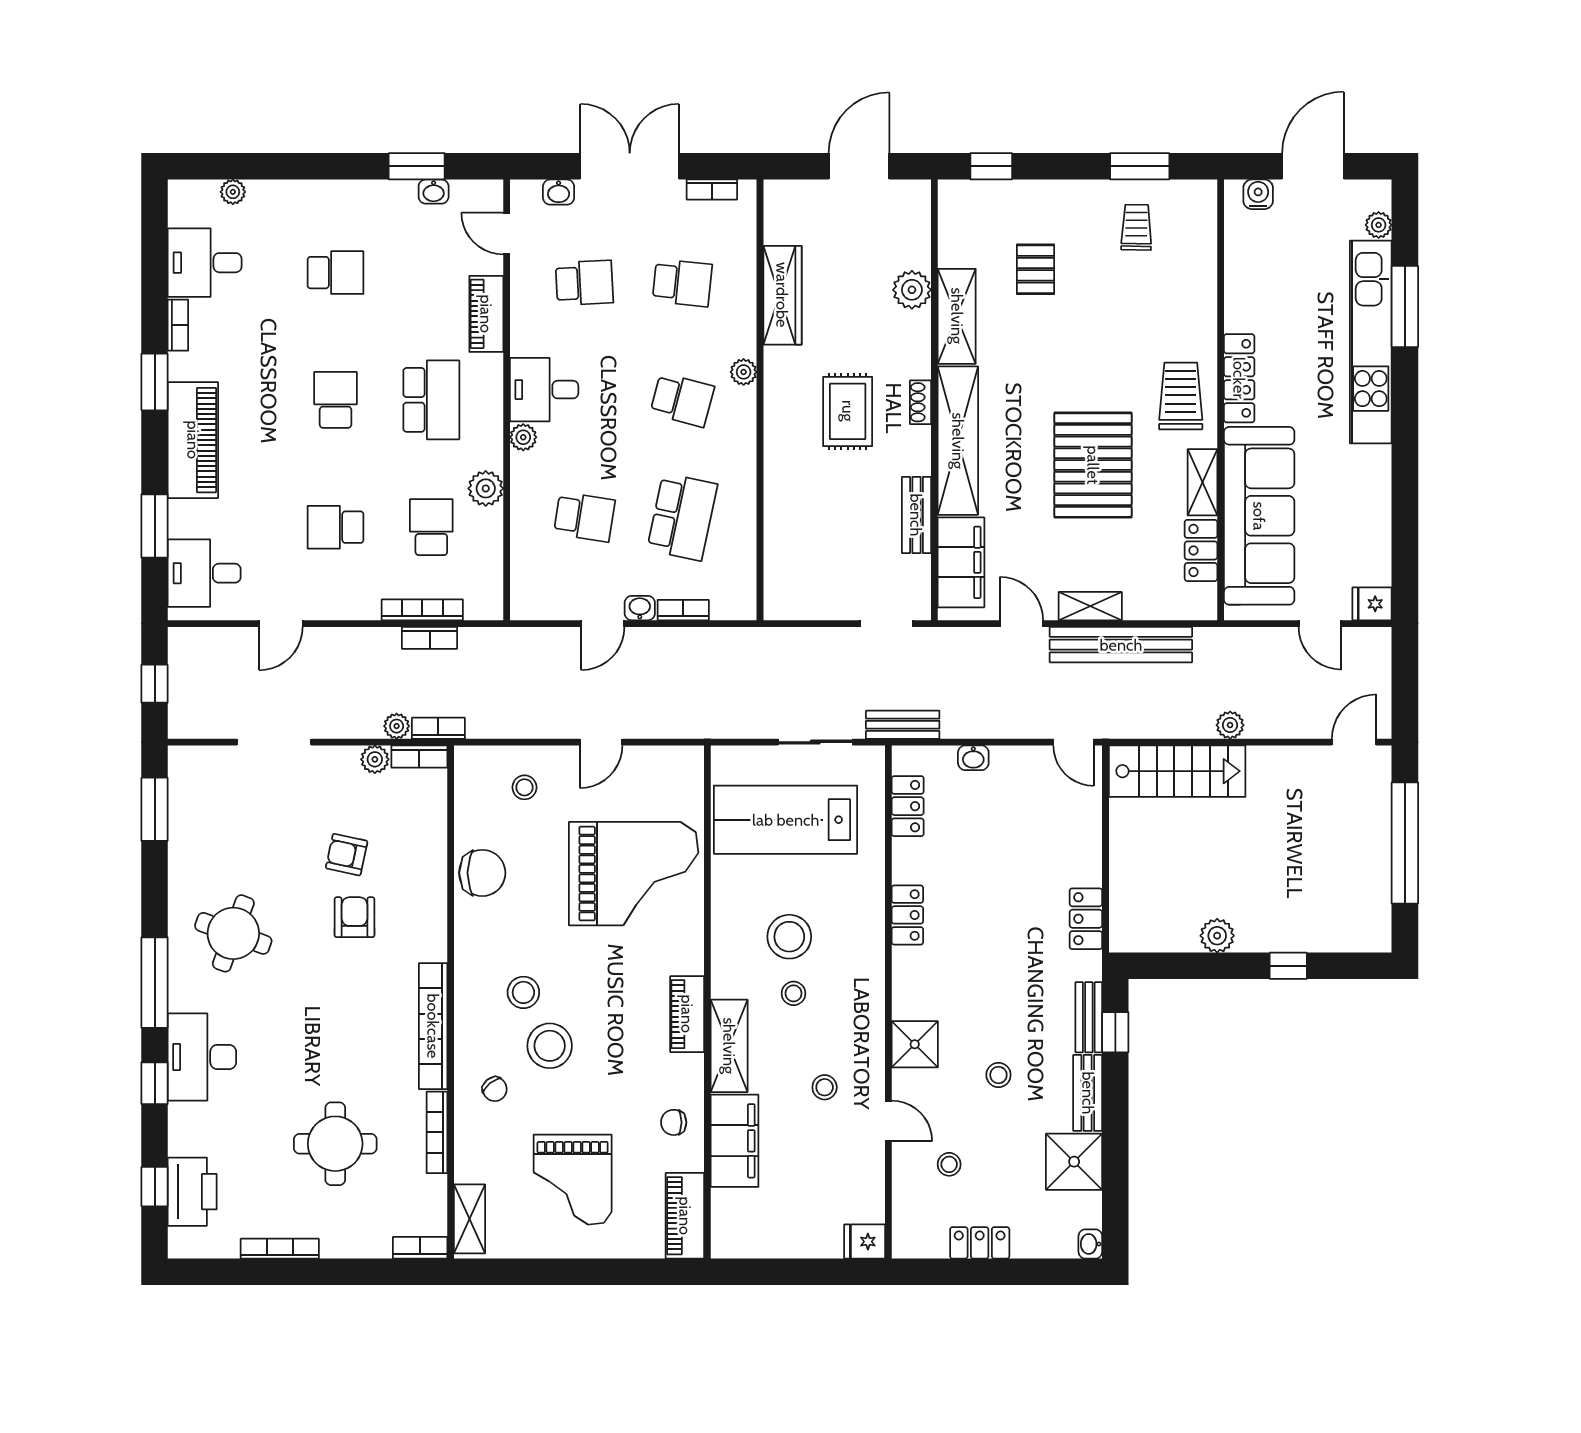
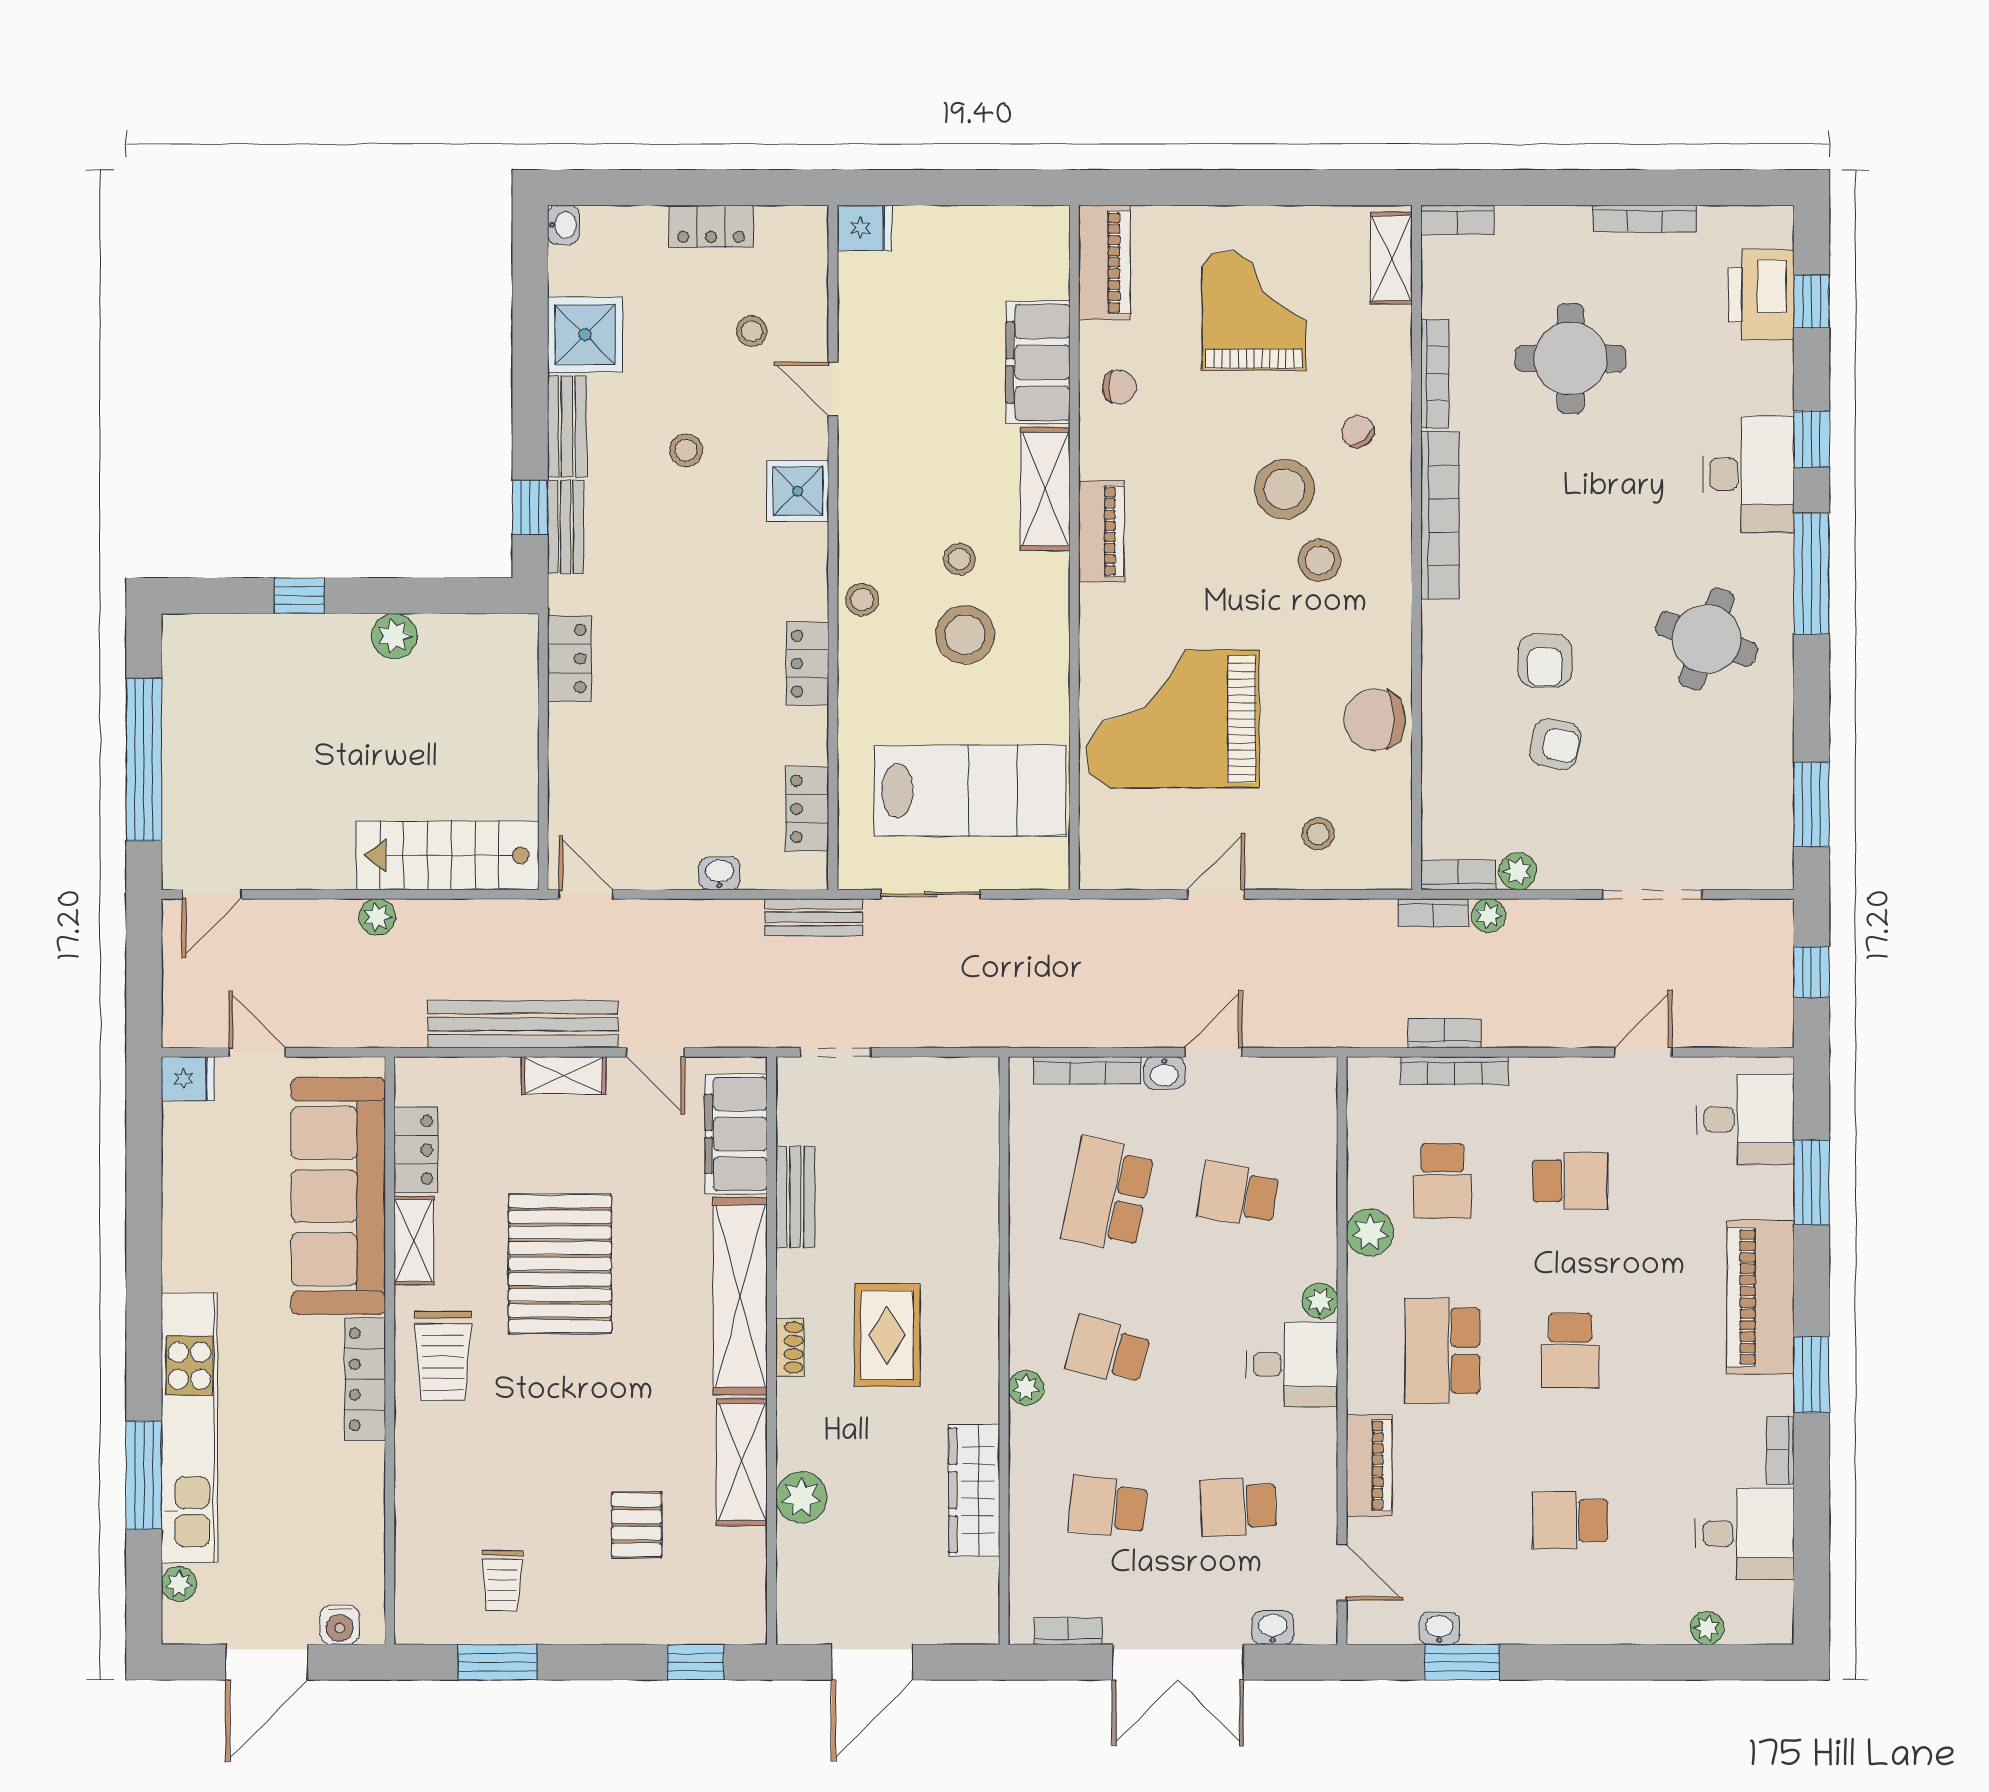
bookcase: (683, 610) -> (1087, 1070), width x1.56
stool: (825, 1087) -> (862, 600), moved

